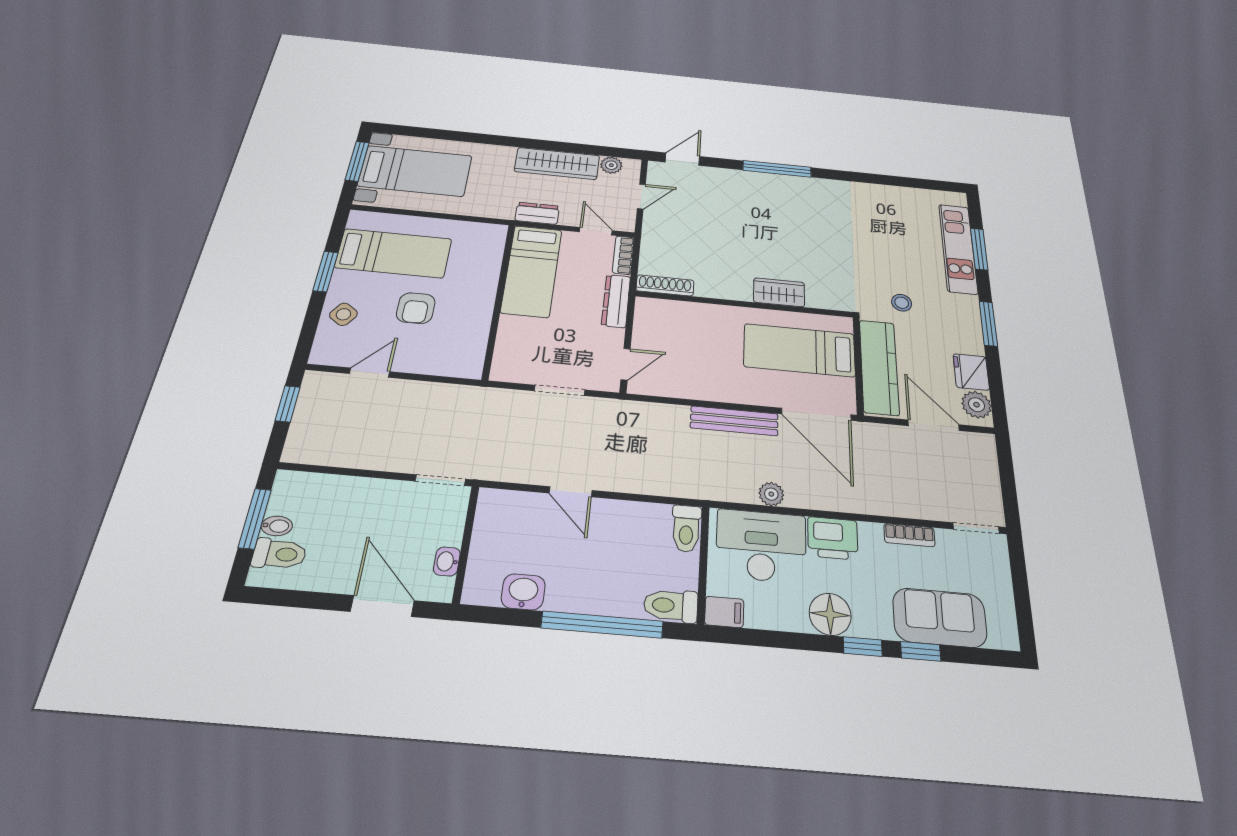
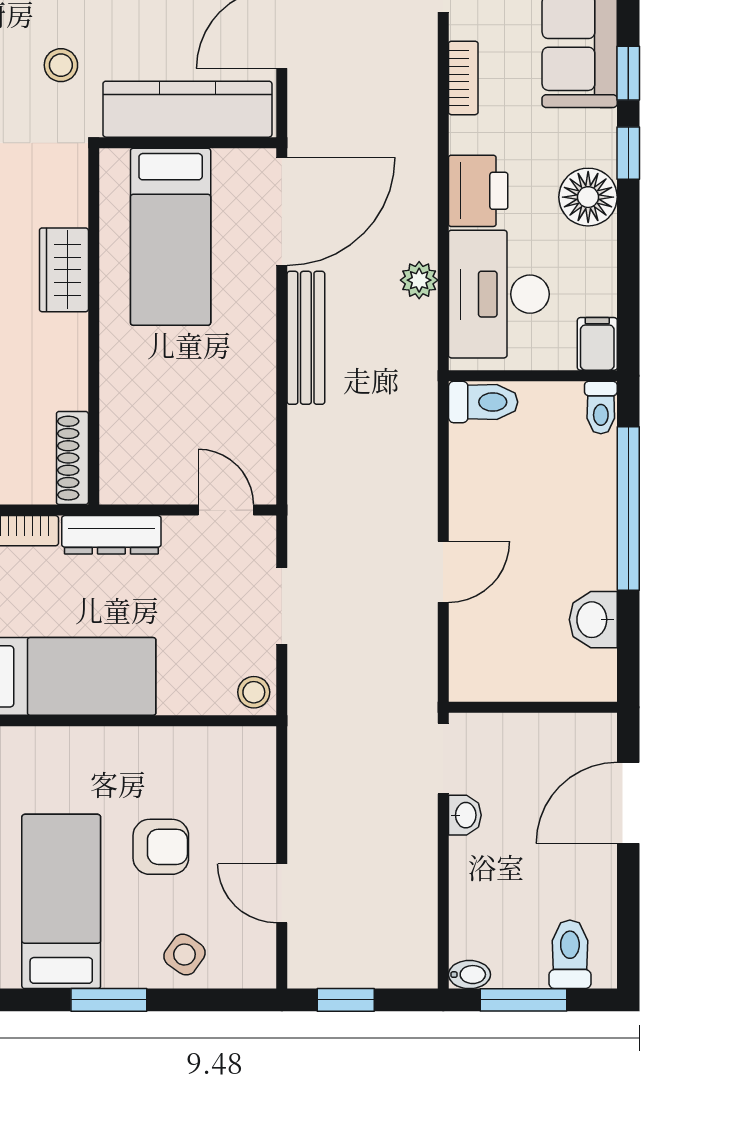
stool: (506, 369) -> (254, 692), added
bidet: (277, 526) -> (469, 975), moved, turned 90
washbasin: (447, 561) -> (465, 815), moved, turned -90
toilet: (671, 606) -> (601, 407), width x0.73, depth x0.72

